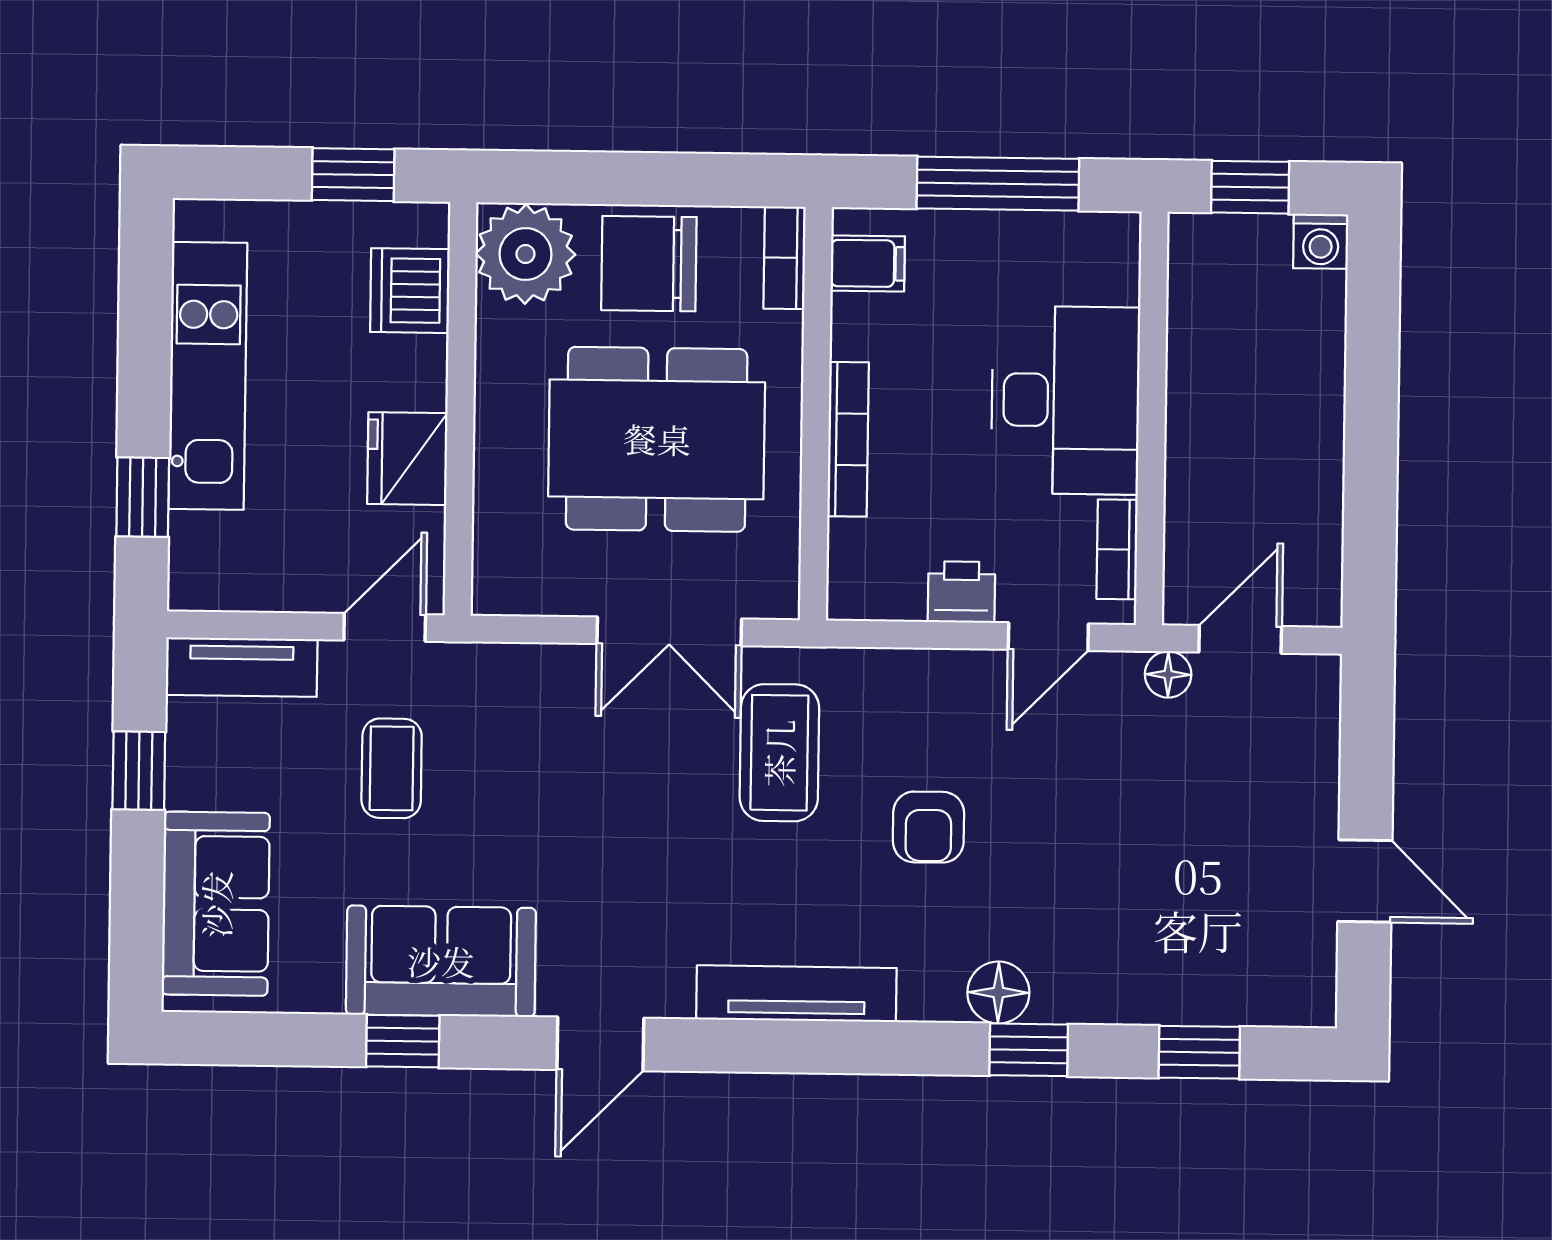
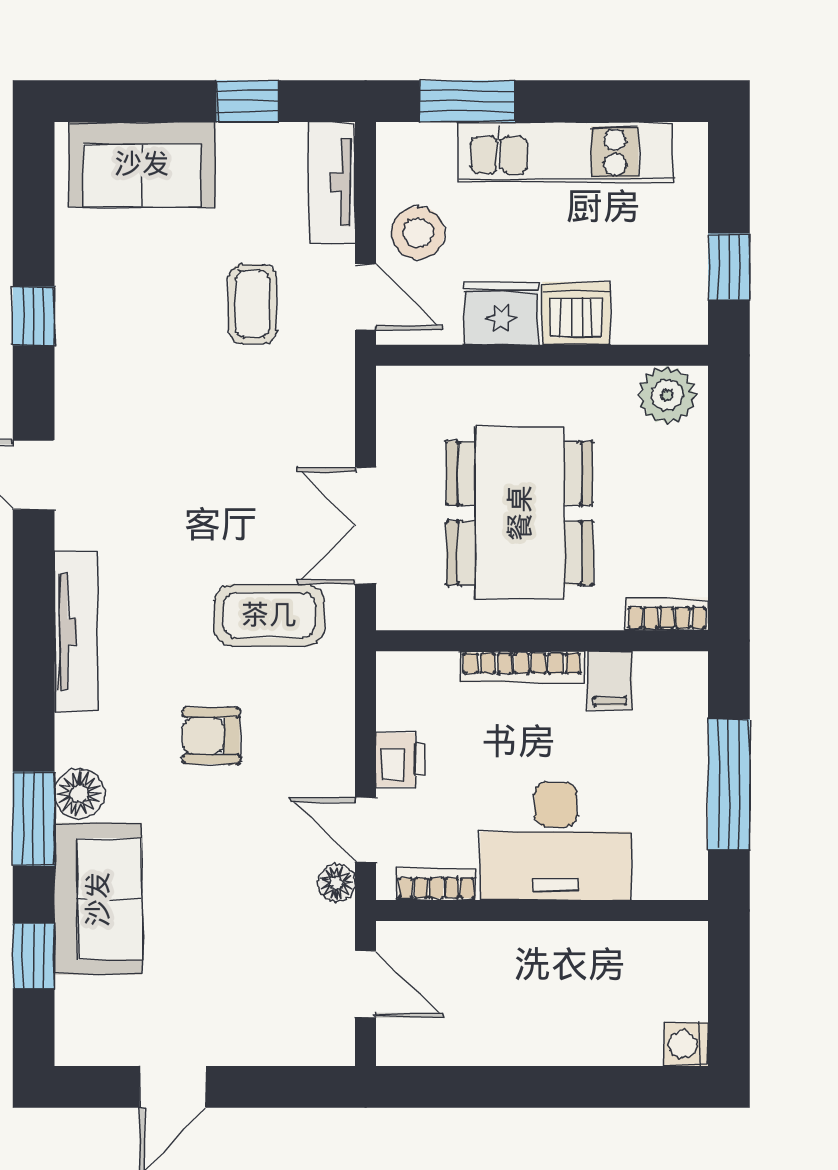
window: (1250, 187) -> (729, 987), removed
plant: (525, 254) -> (667, 395), width x0.73, depth x0.73
filing cabinet: (868, 263) -> (610, 681), moved
chair: (649, 264) -> (661, 505), removed
dishwasher: (410, 291) -> (576, 313), moved
window: (143, 497) -> (467, 101), width x1.50
stool: (306, 561) -> (418, 233), added
floor lamp: (1168, 674) -> (337, 883), moved
coffee table: (392, 768) -> (252, 304), turned 90
sofa: (441, 961) -> (98, 899), moved
window: (1029, 1050) -> (34, 819), width x1.50

